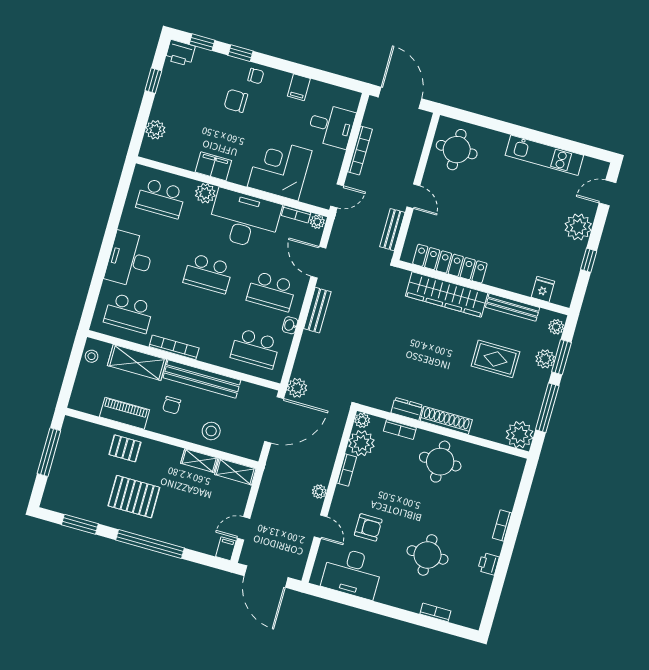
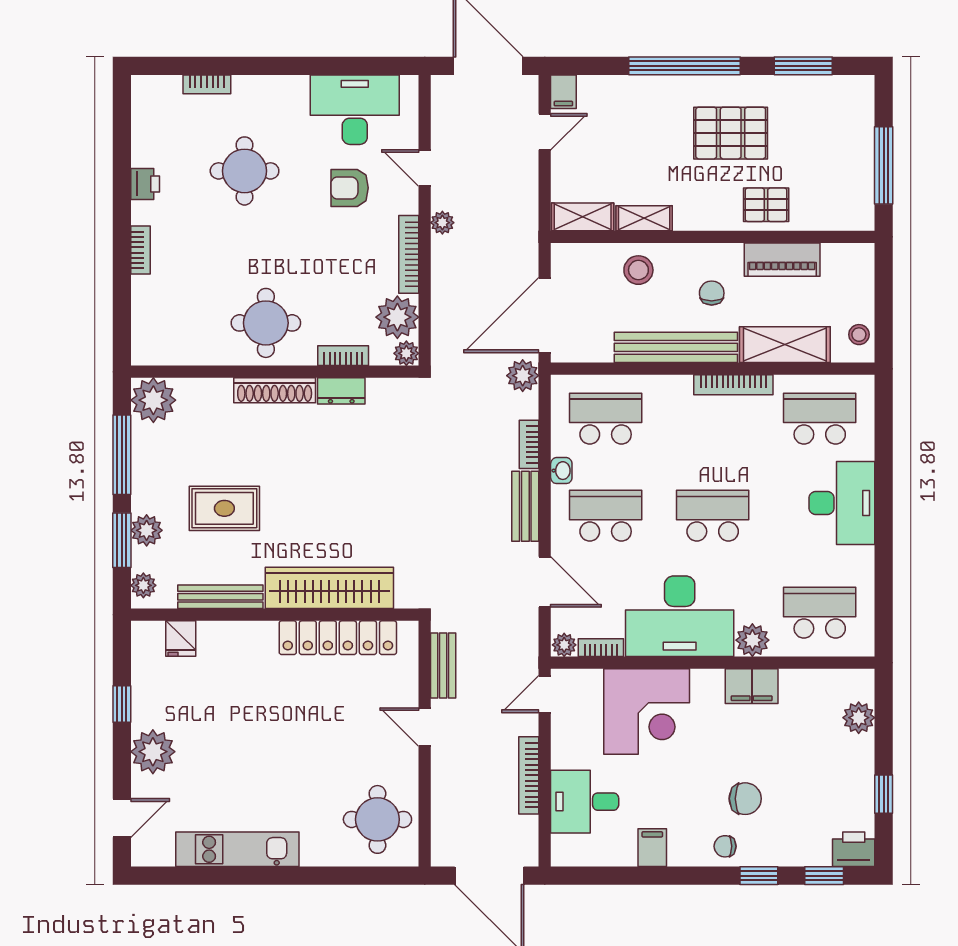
bookcase: (305, 346) -> (529, 444), added
bookcase: (347, 470) -> (409, 254), width x1.56

